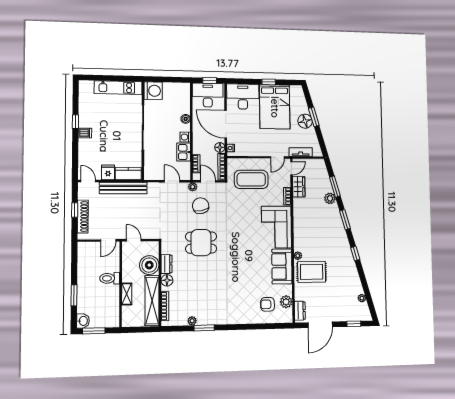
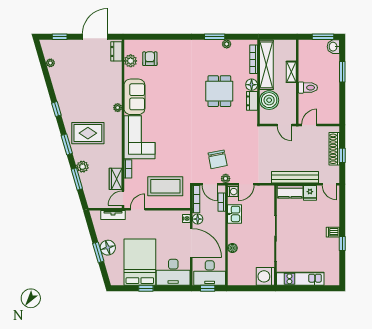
washing machine: (185, 137) -> (233, 192), moved
door: (172, 181) -> (246, 184), hinge flipped
dining table: (201, 243) -> (219, 91), moved, turned 90
rug: (312, 272) -> (88, 133), moved
armchair: (268, 304) -> (150, 59), turned -90

